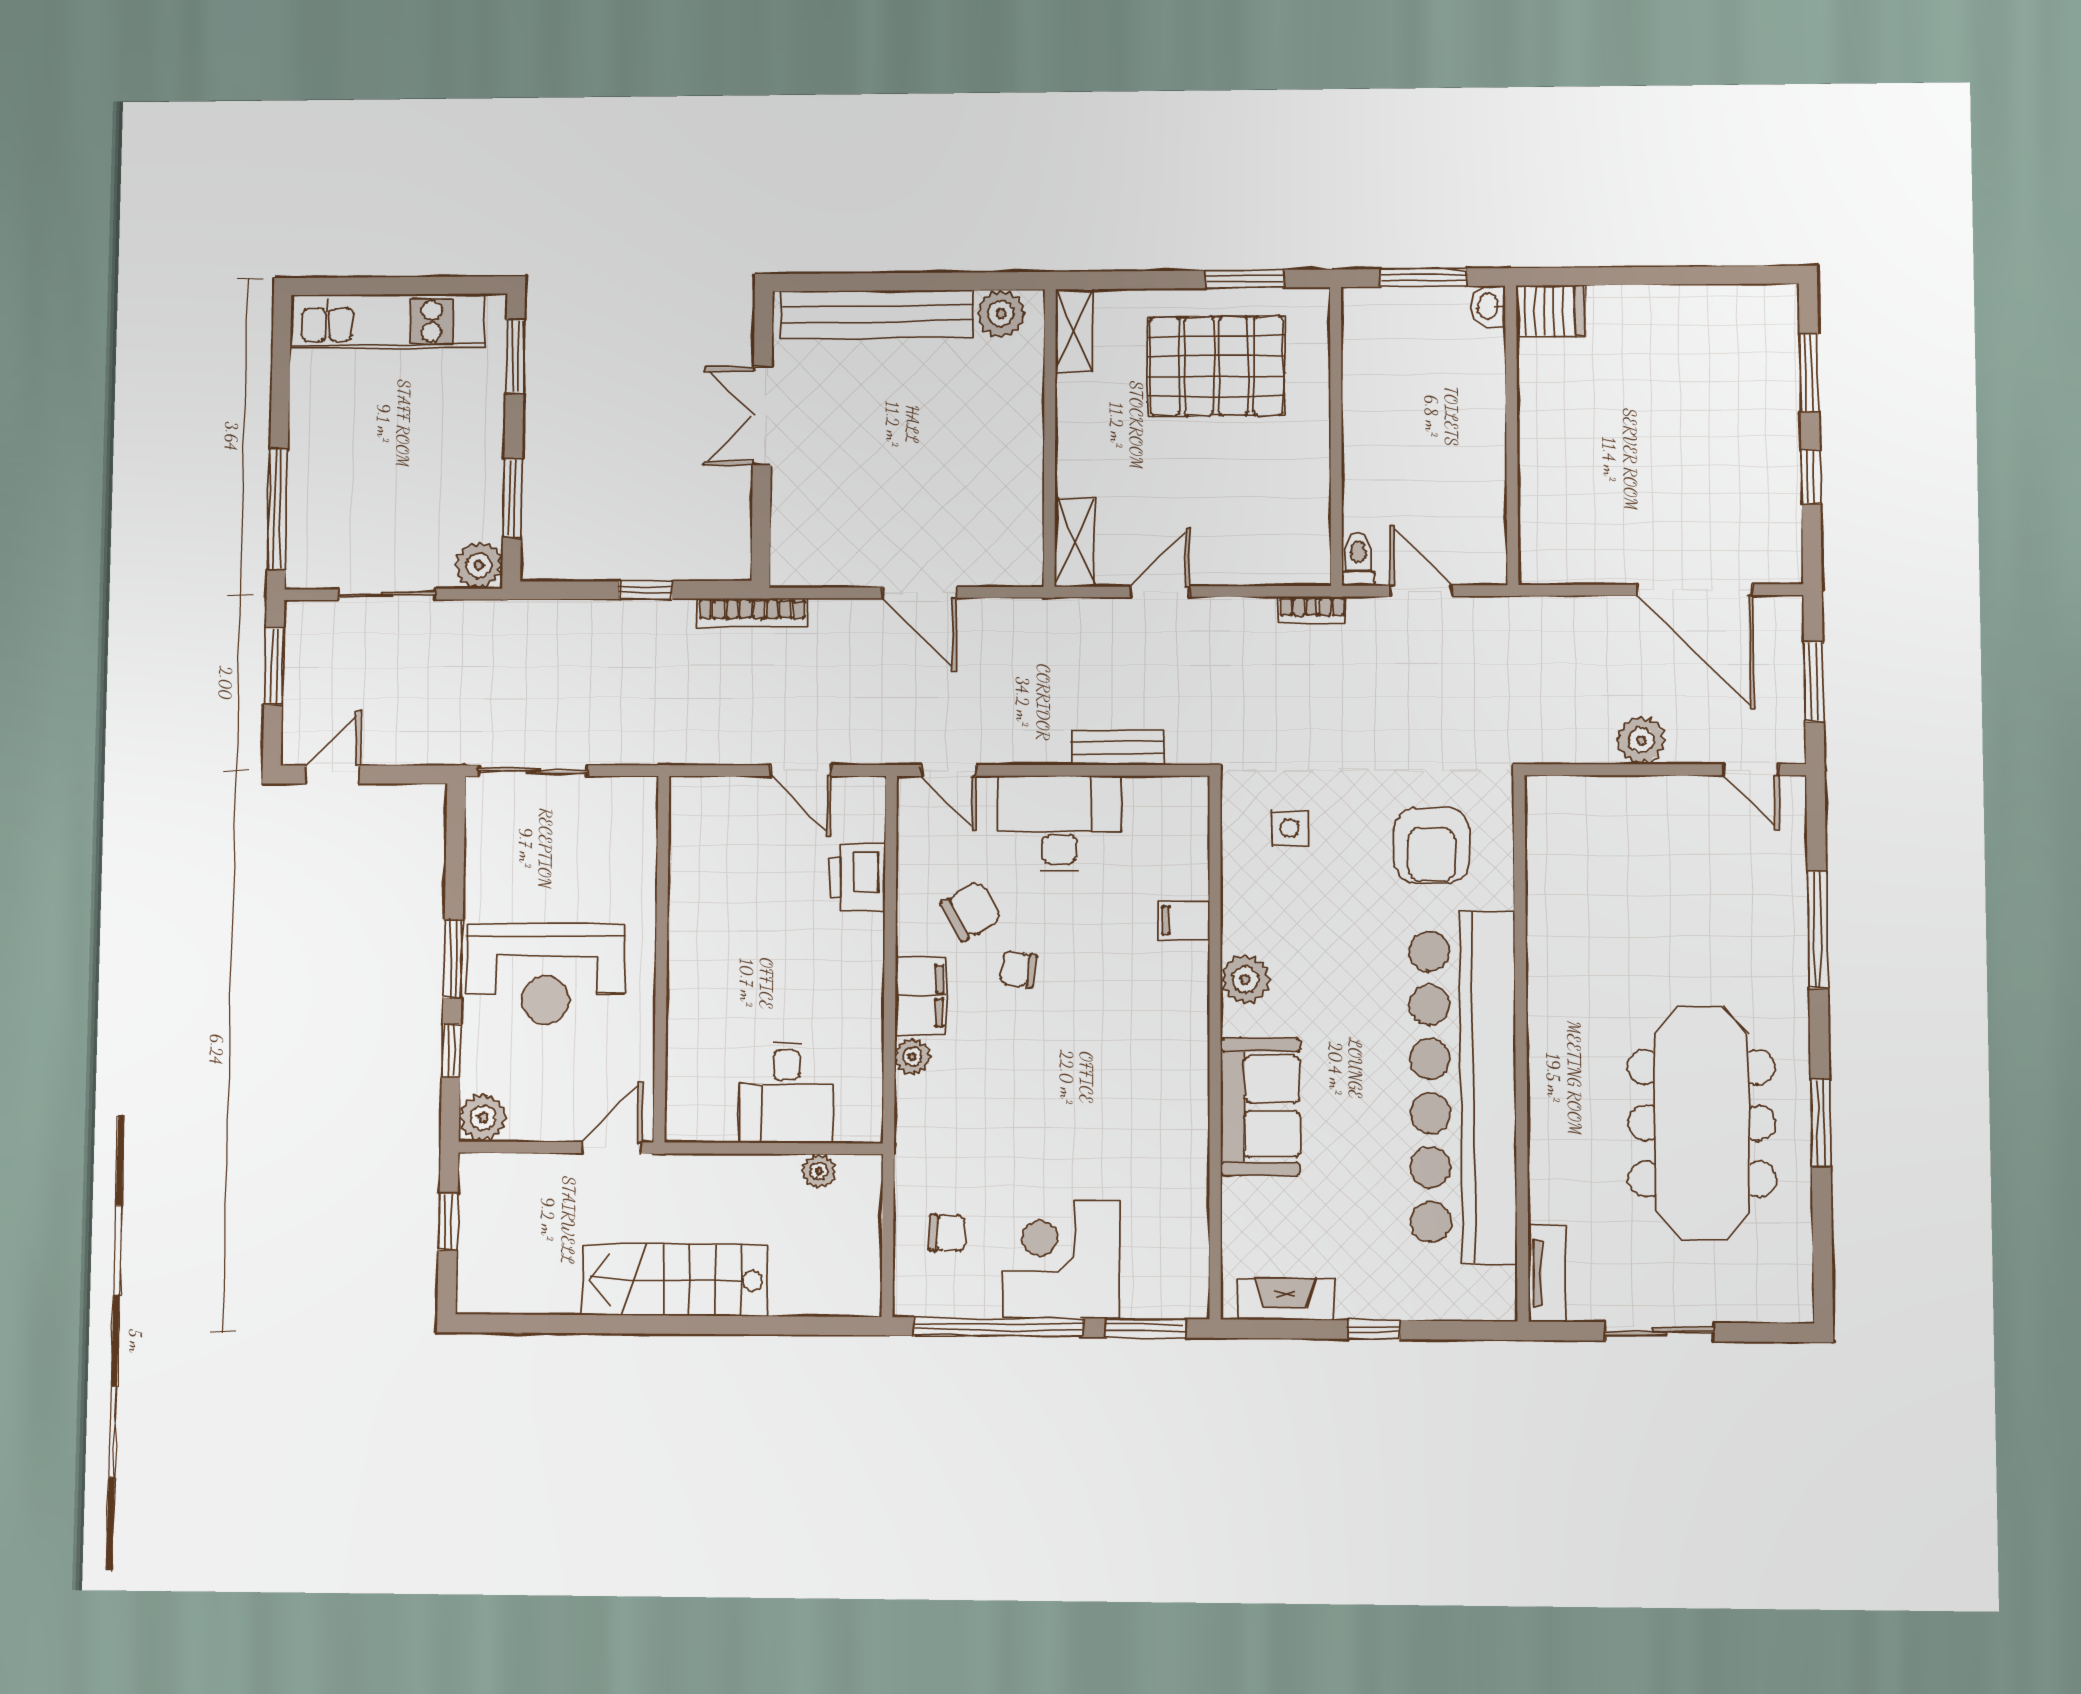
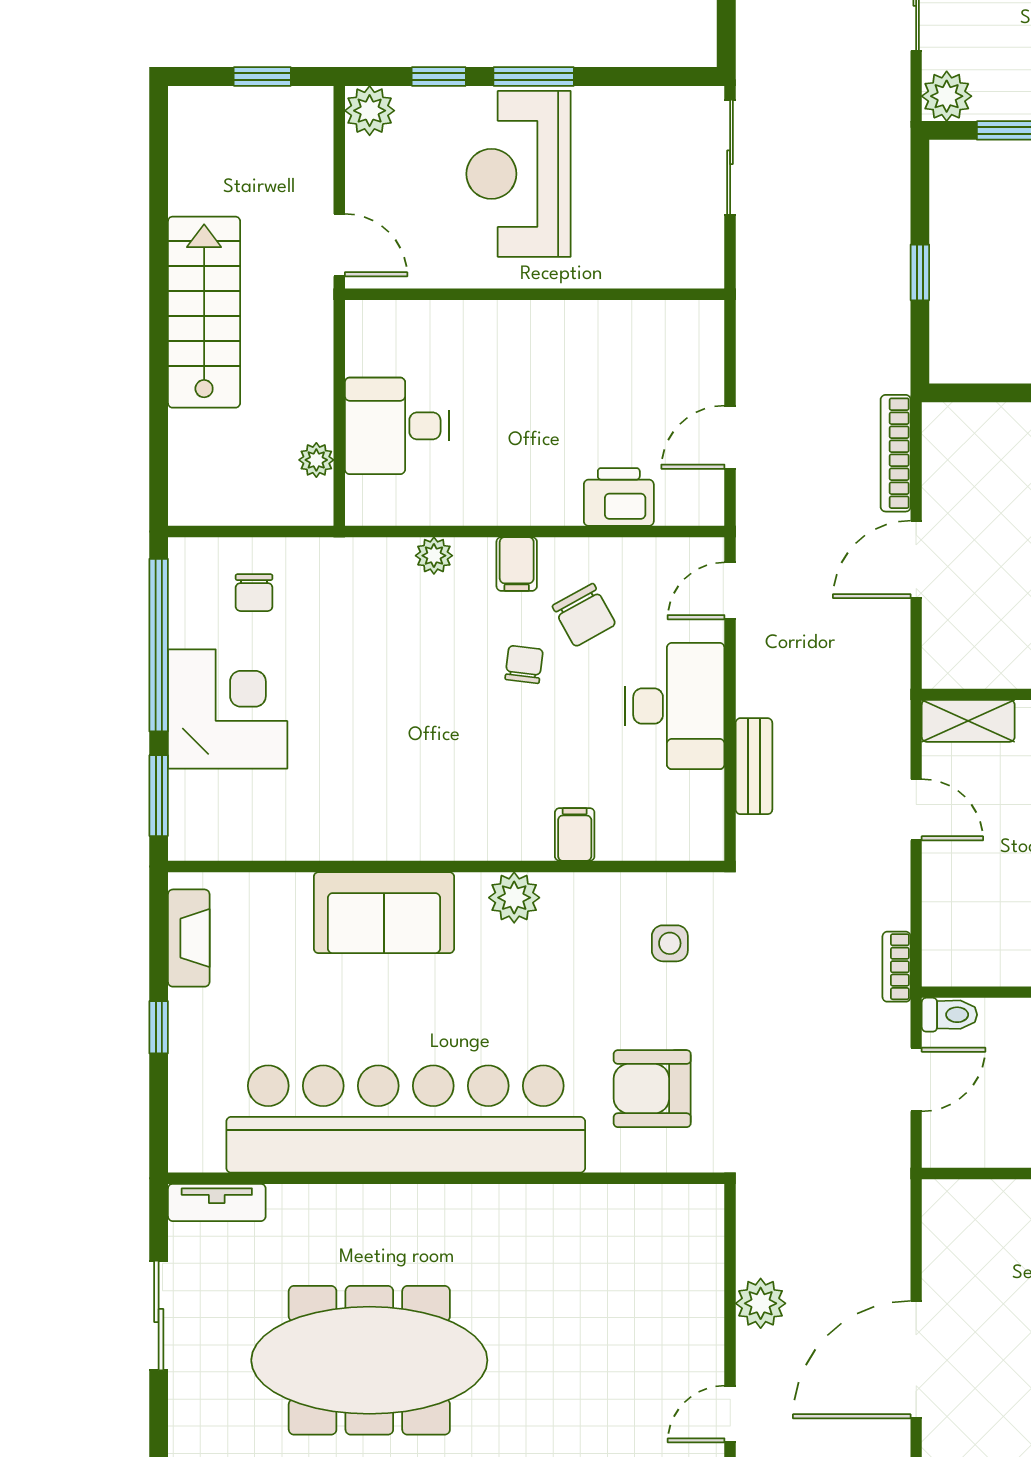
bookcase: (752, 613) -> (896, 453), moved
filing cabinet: (921, 996) -> (517, 564), width x0.50

